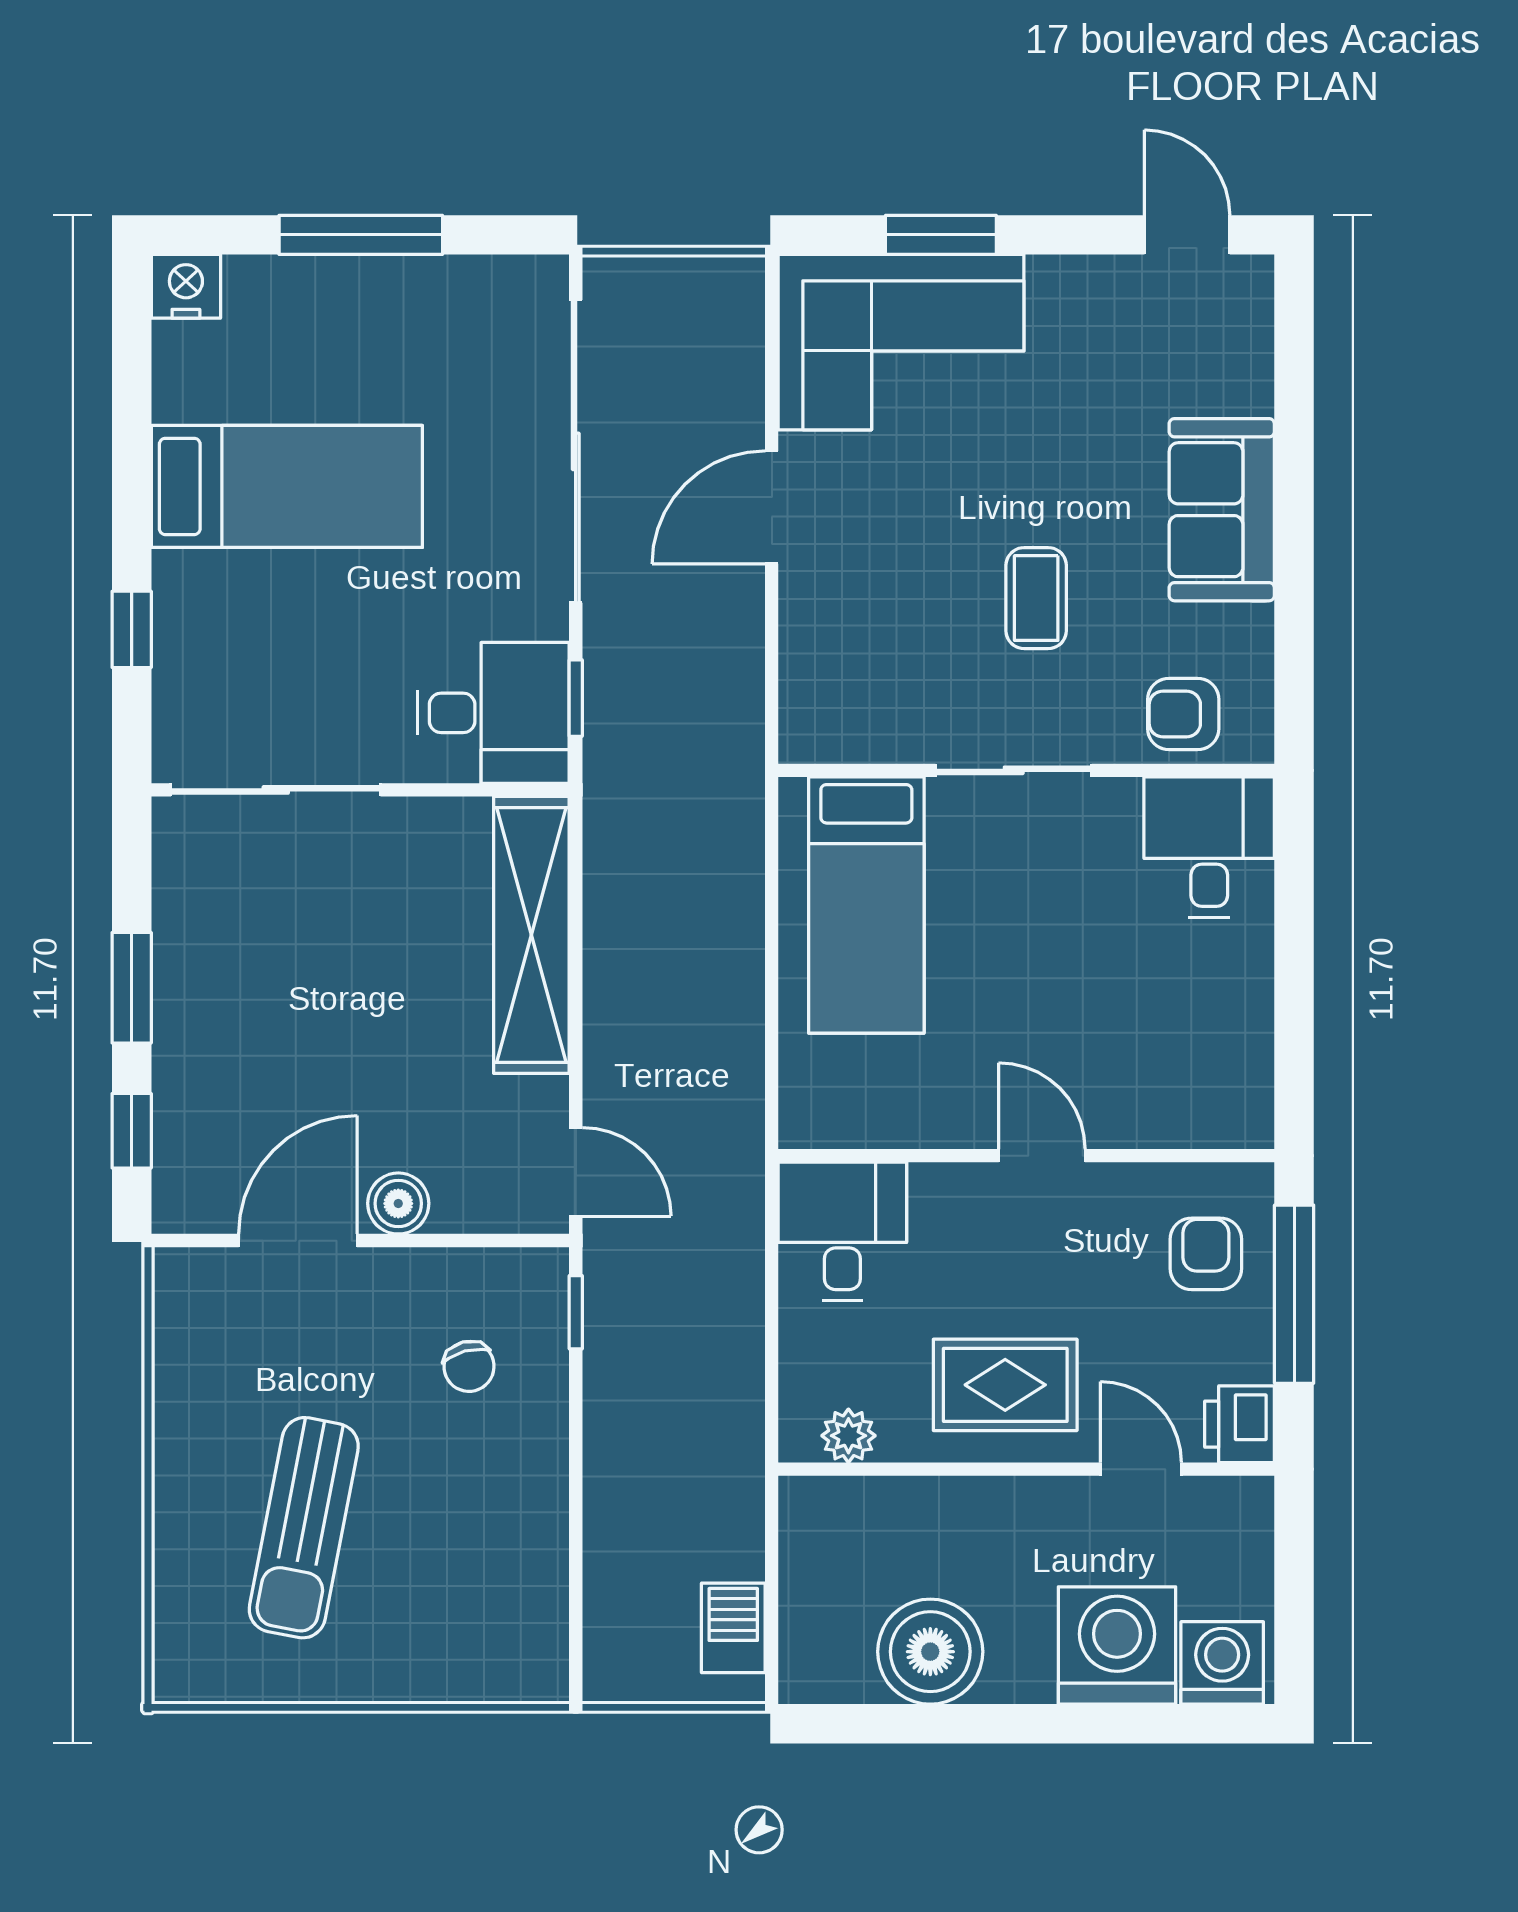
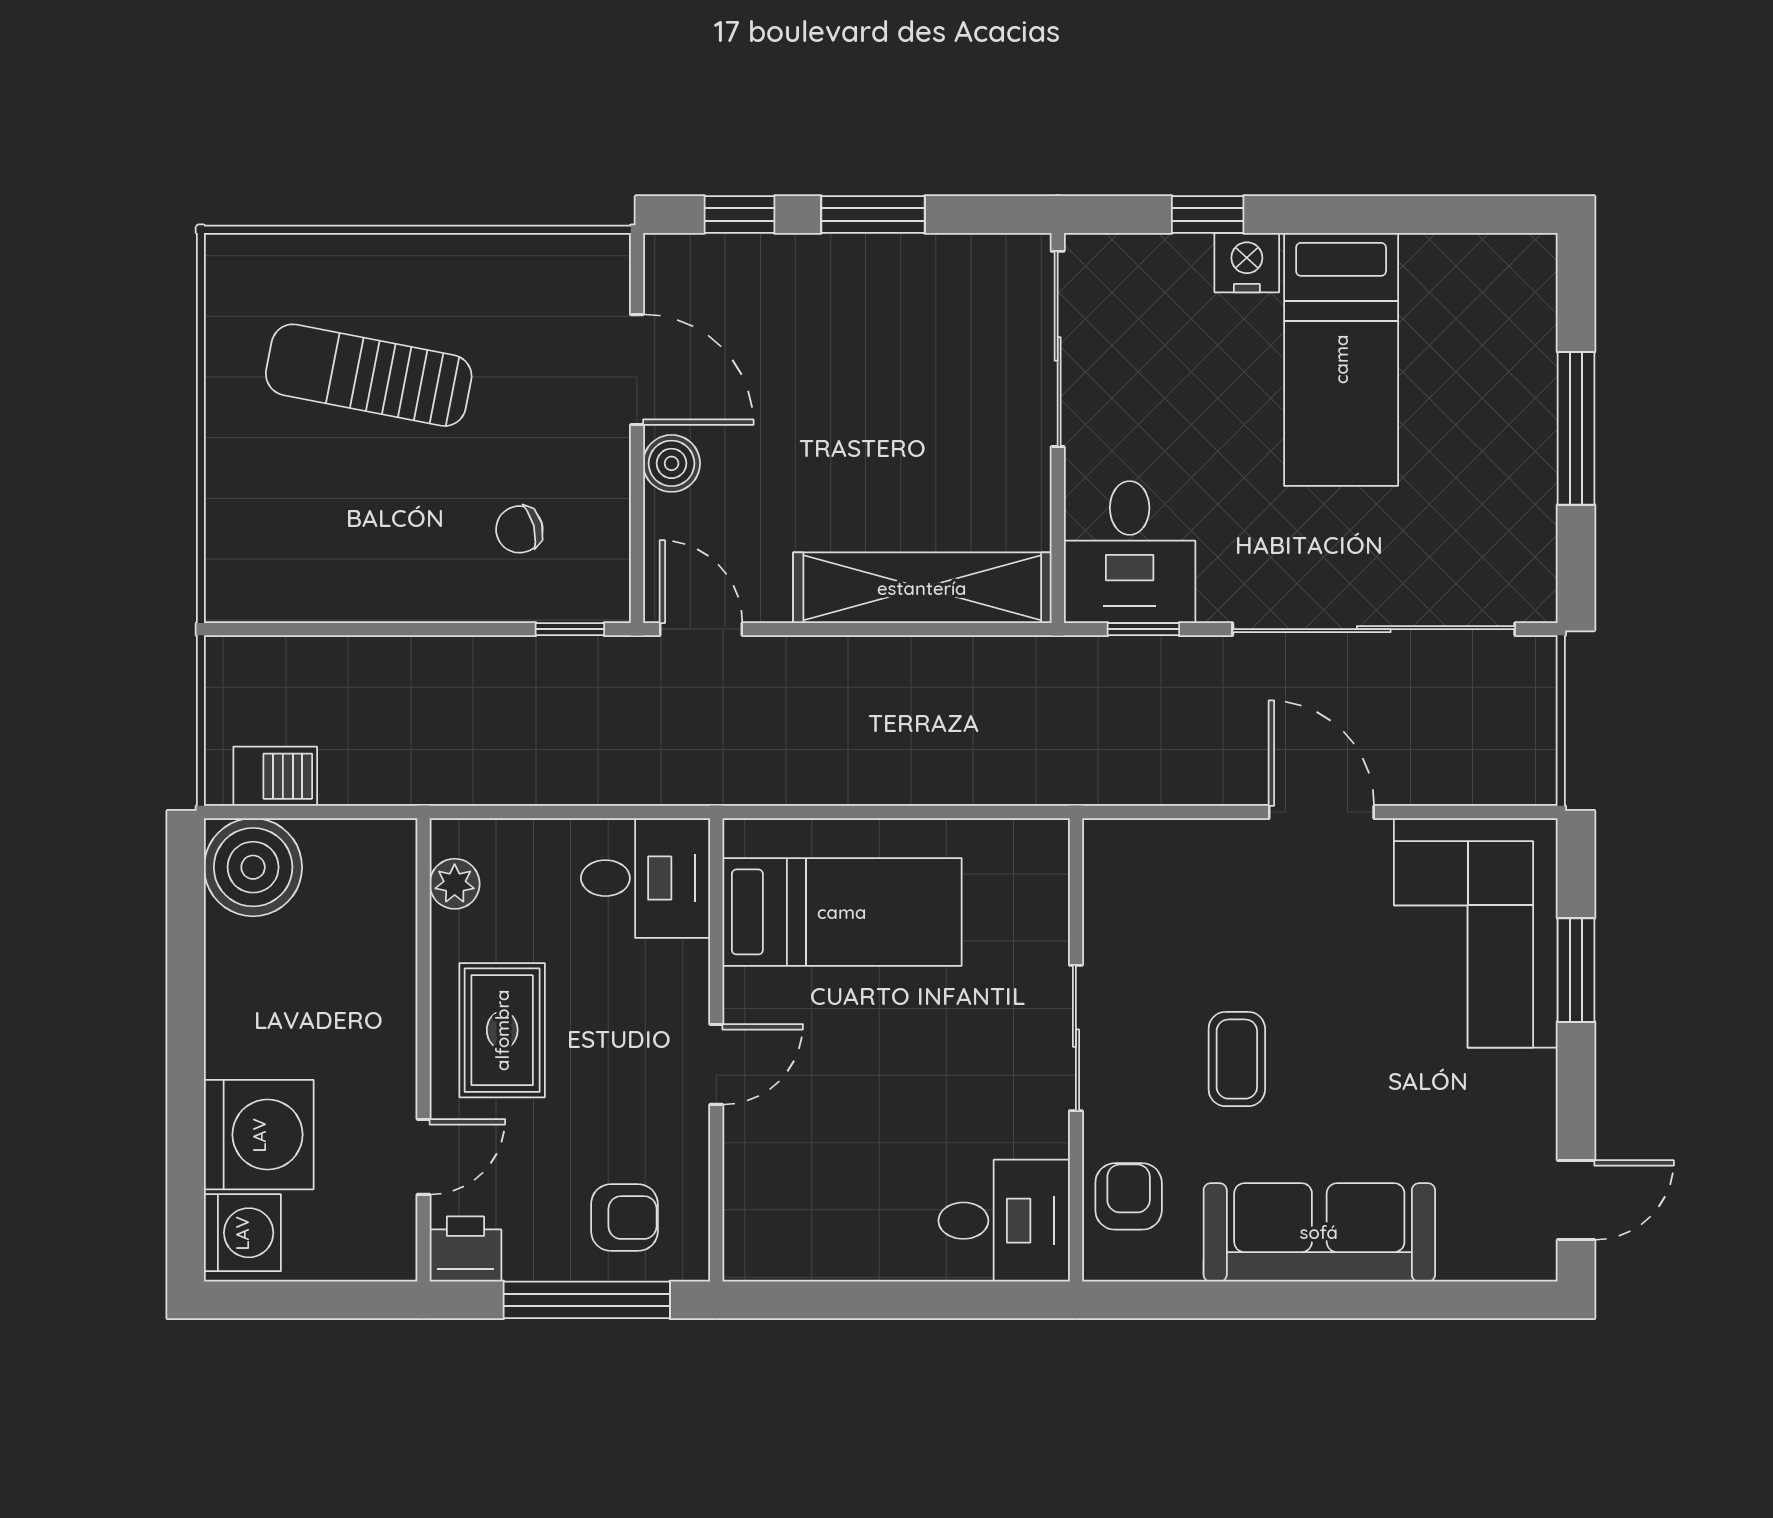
nightstand: (186, 286) -> (1247, 263), moved, turned -90
sofa: (1222, 510) -> (1319, 1232), width x1.36
coffee table: (1036, 598) -> (1237, 1059), turned 90
bed: (866, 905) -> (842, 912), moved, turned 180
door: (576, 1172) -> (701, 629), swing flipped
boiler: (930, 1652) -> (253, 867), moved

